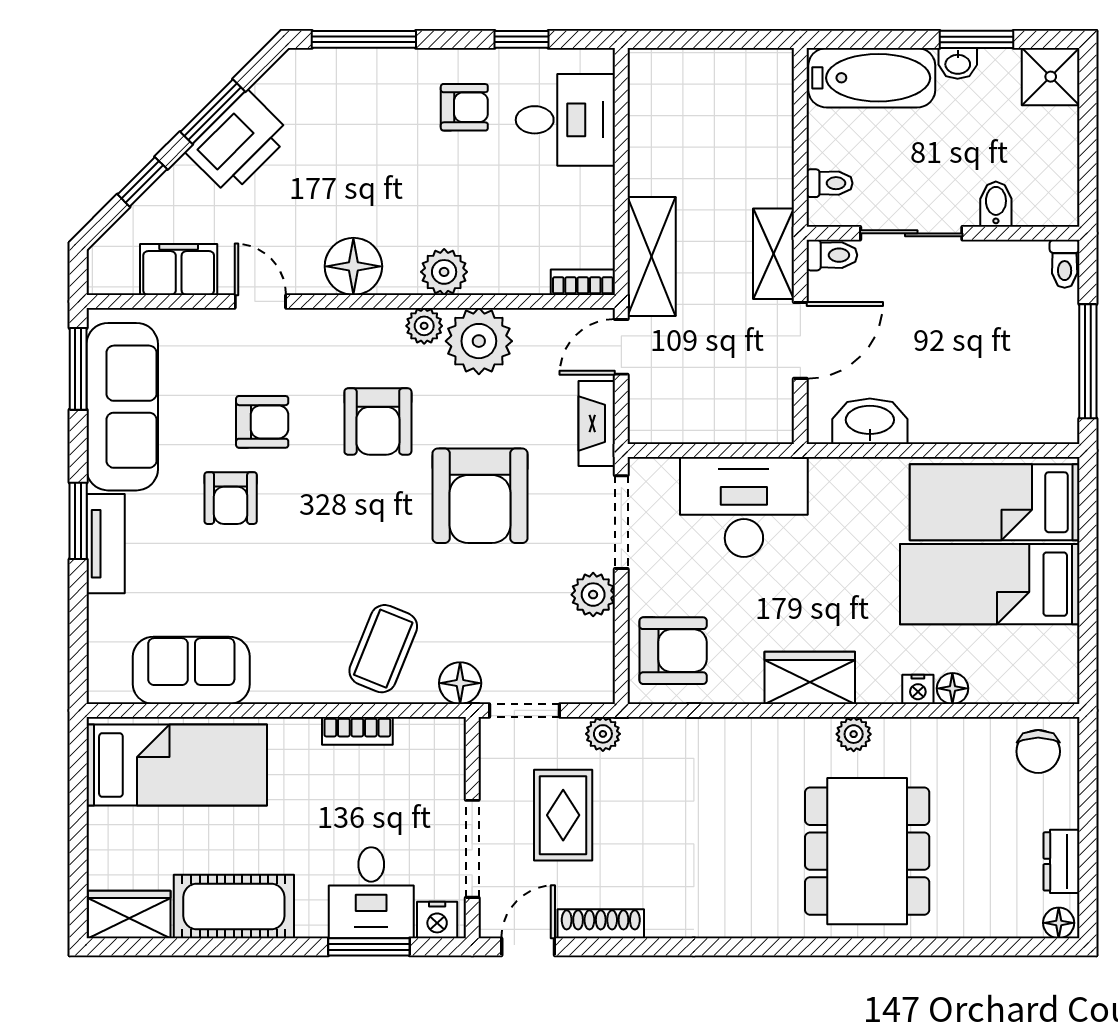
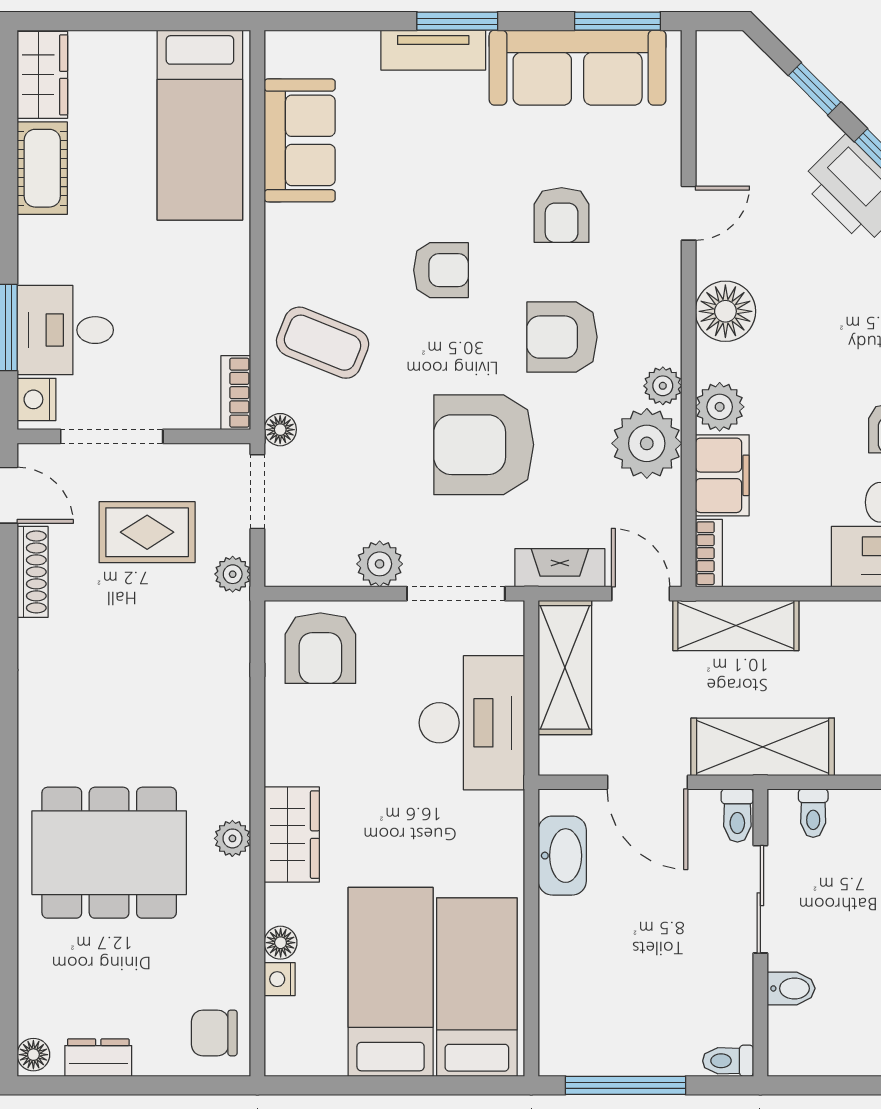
shelving: (773, 254) -> (763, 747), width x1.50, depth x1.33
filing cabinet: (179, 269) -> (722, 475), moved
shelving: (691, 419) -> (565, 667), added
armchair: (231, 498) -> (441, 270), moved, turned 180
wardrobe: (810, 678) -> (292, 835), moved
floor lamp: (460, 683) -> (280, 430), width x0.73, depth x0.73
nightstand: (918, 689) -> (280, 979), moved
bookcase: (357, 731) -> (236, 393), moved
cot: (234, 907) -> (42, 168), width x0.73, depth x0.75

